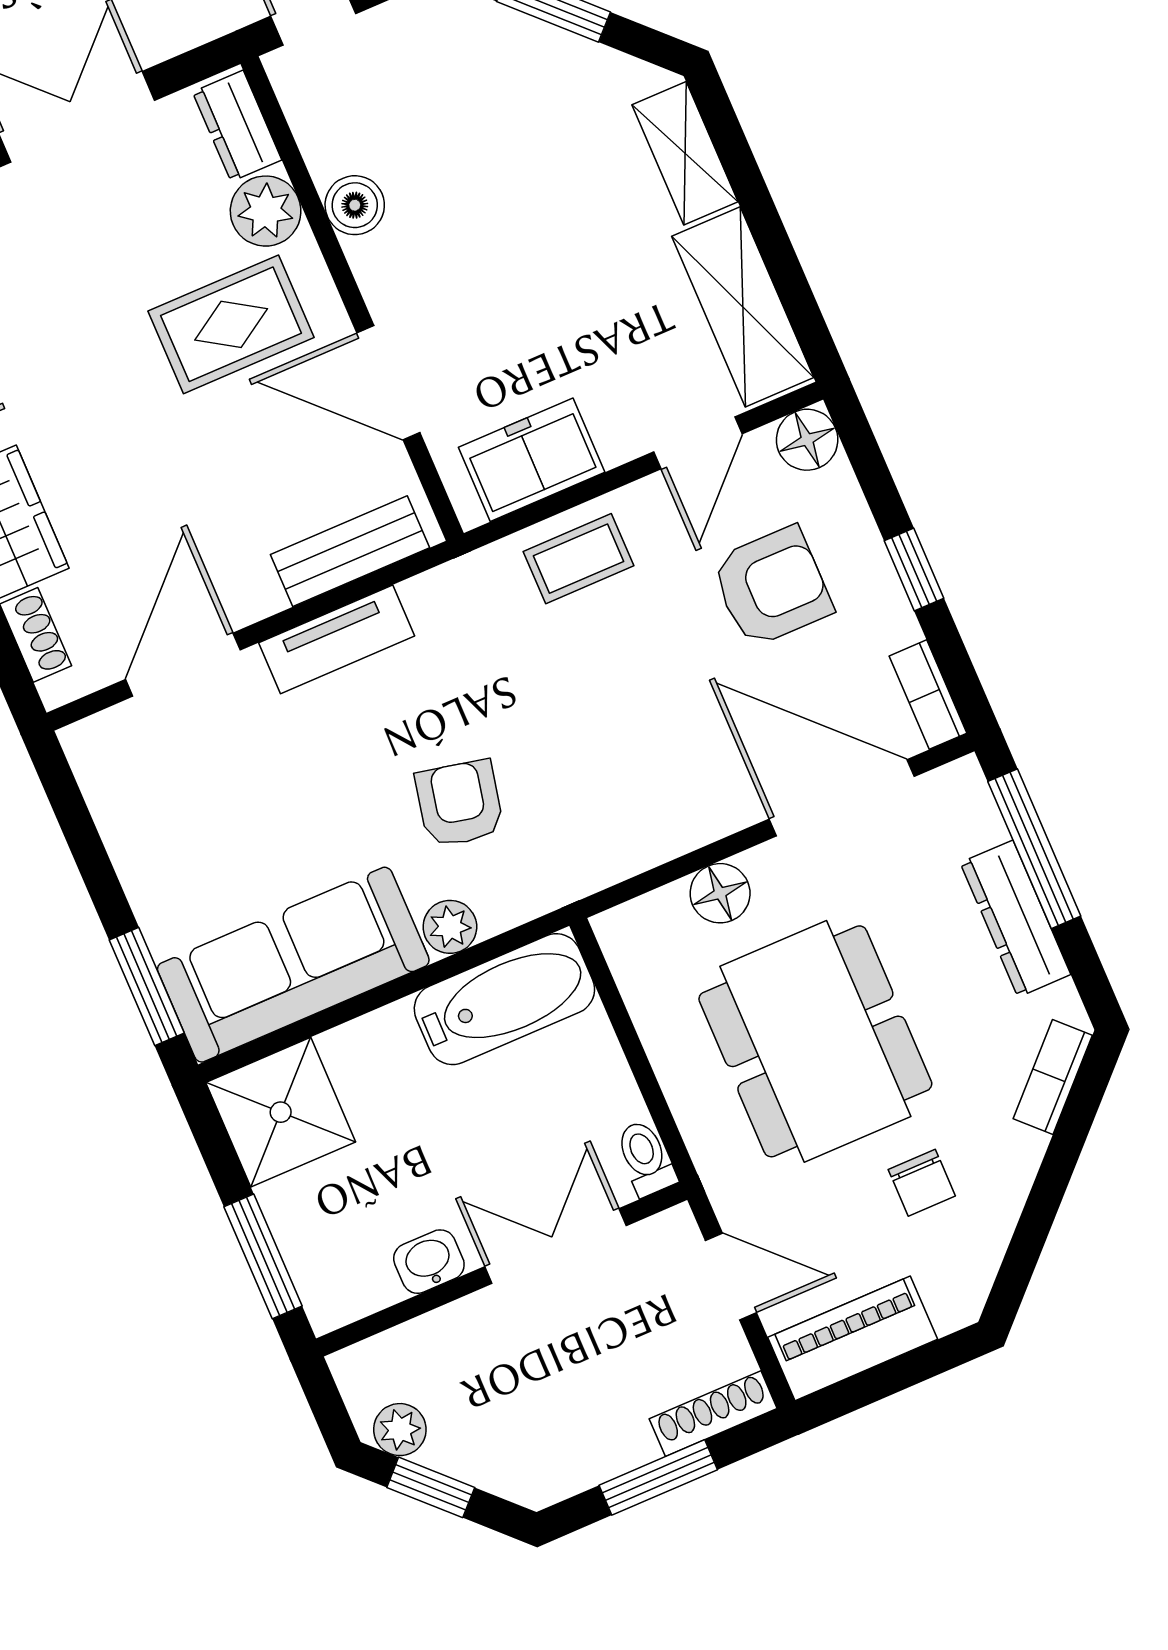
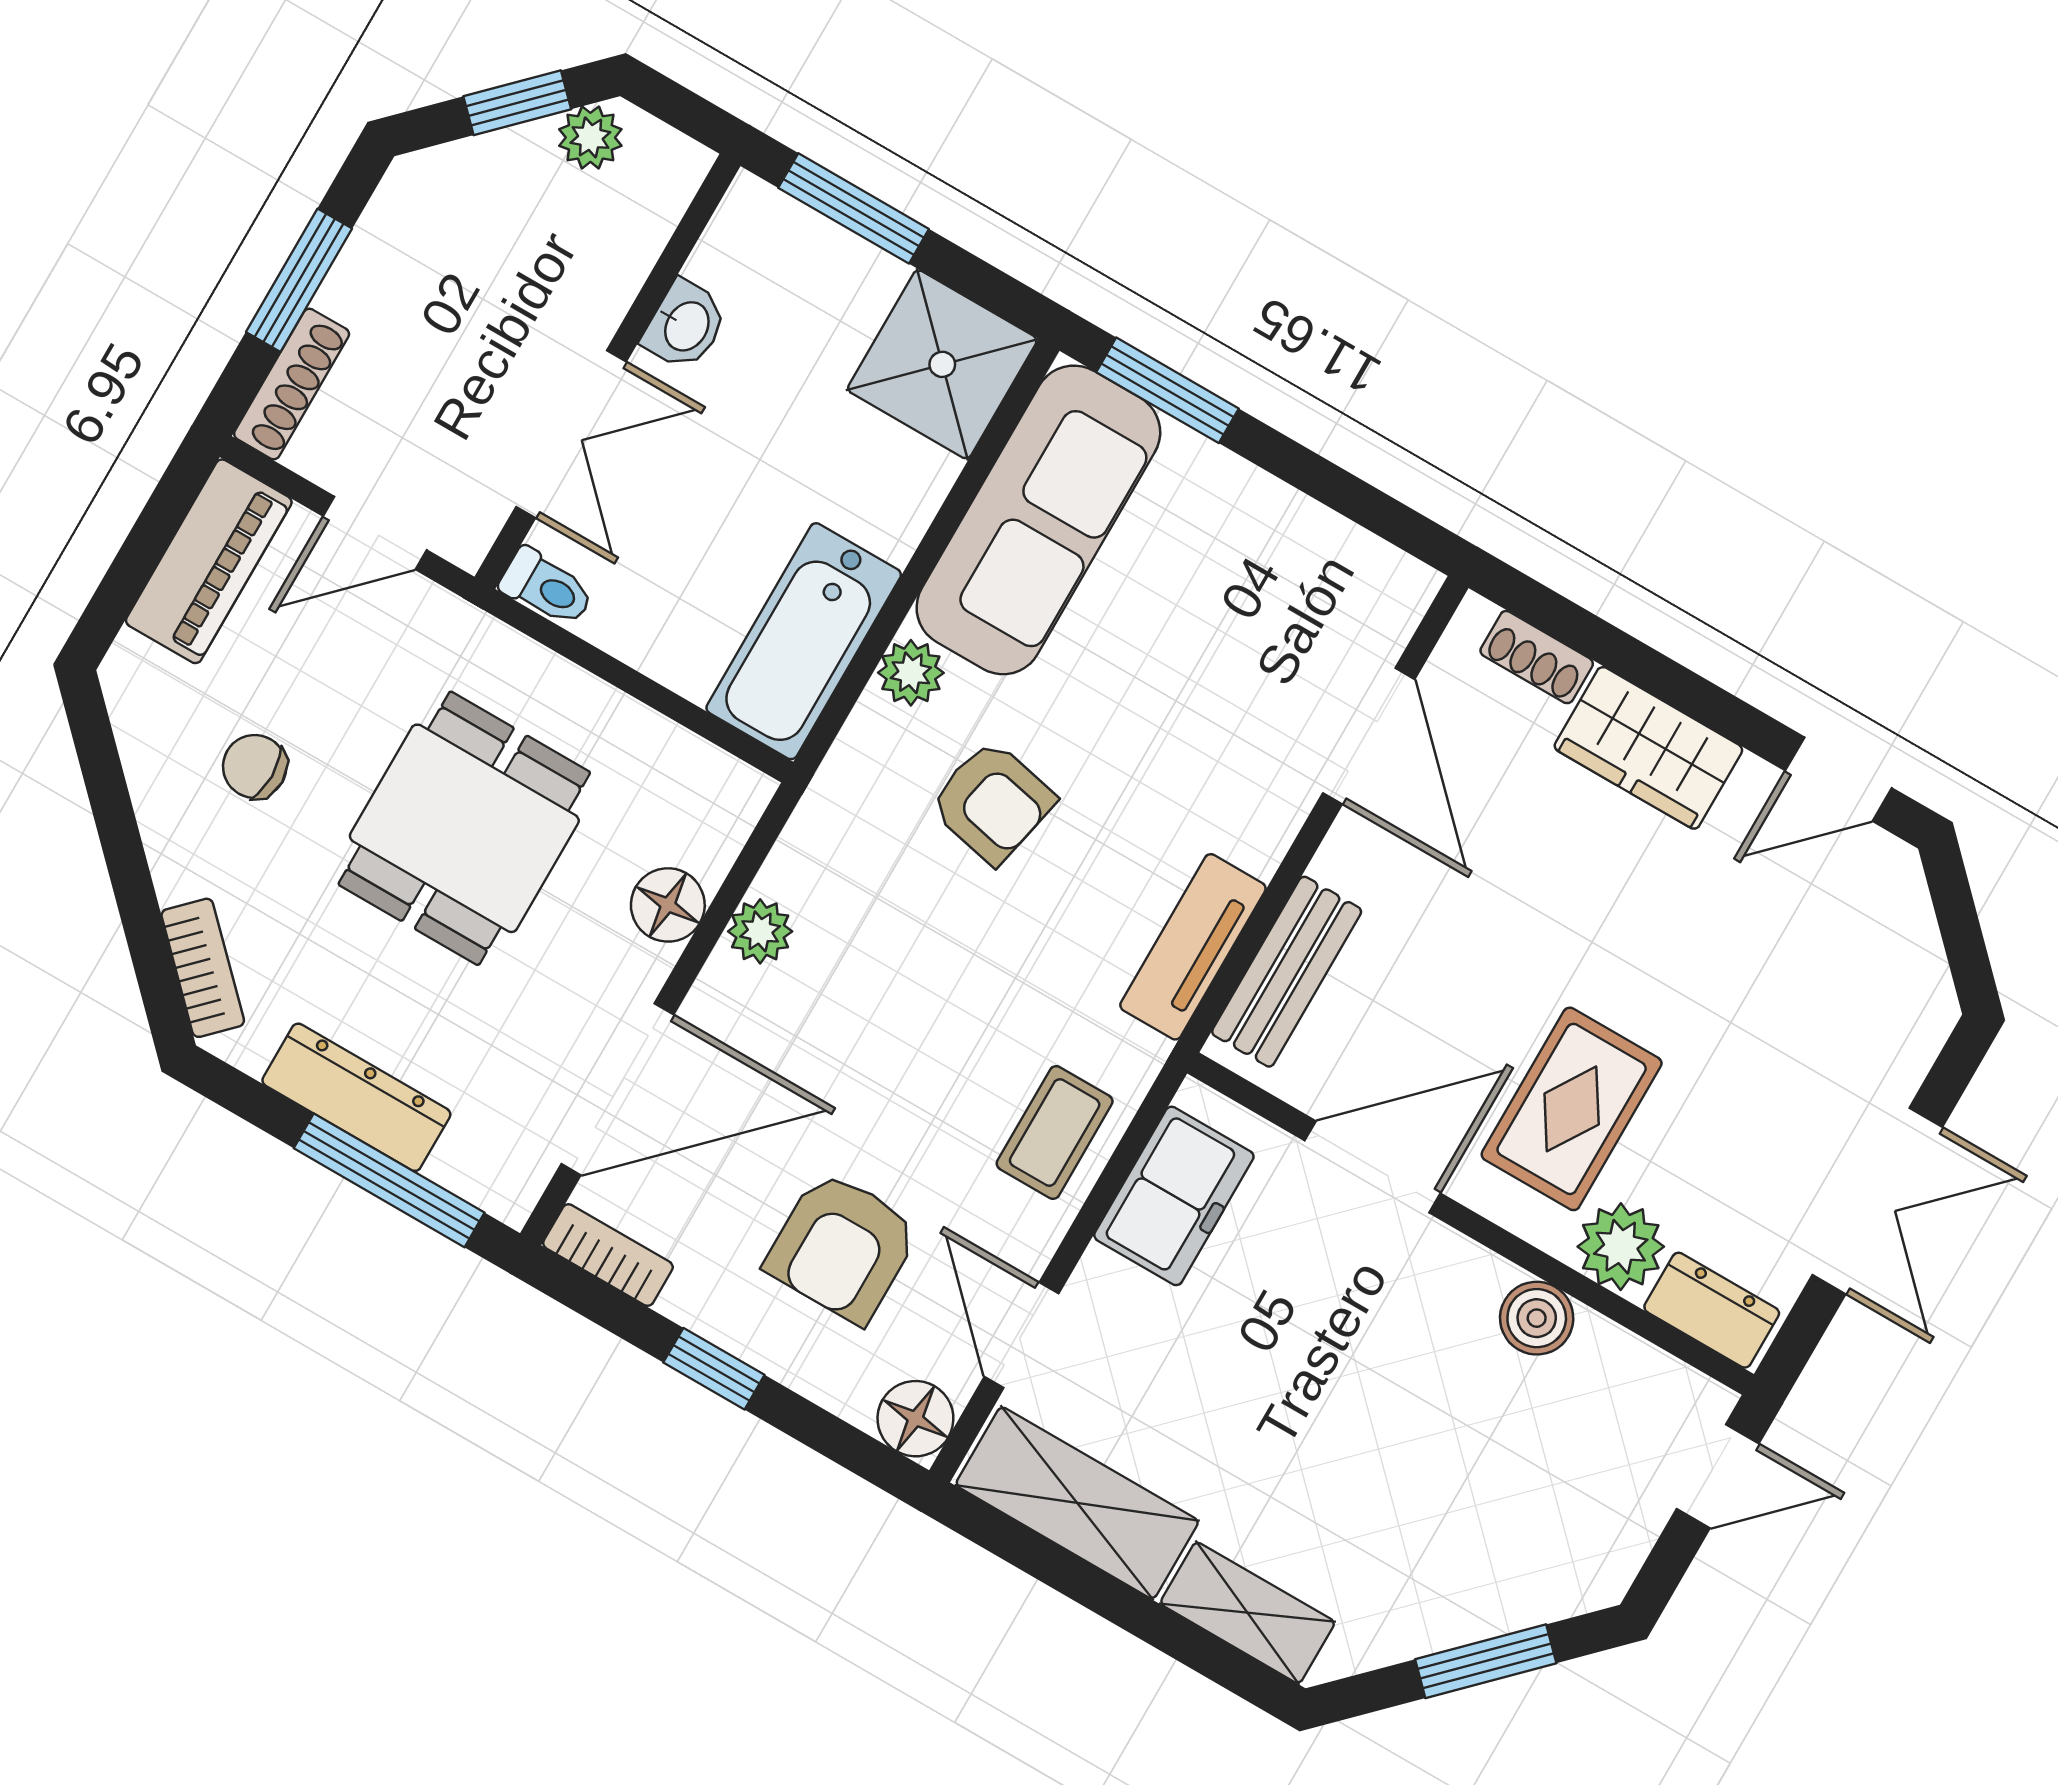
tv unit: (337, 639) -> (1193, 947), moved
plant: (673, 832) -> (760, 931), added
dining table: (815, 1041) -> (464, 828), width x0.73

